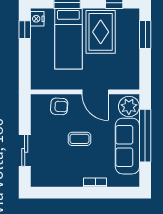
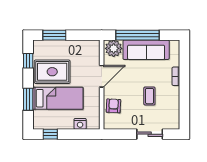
nightstand: (37, 19) -> (80, 124), moved
coffee table: (80, 139) -> (149, 96), moved

